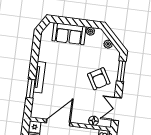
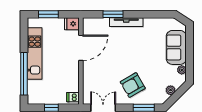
floor lamp: (93, 121) -> (88, 85), removed
door: (58, 123) -> (81, 48), hinge flipped

